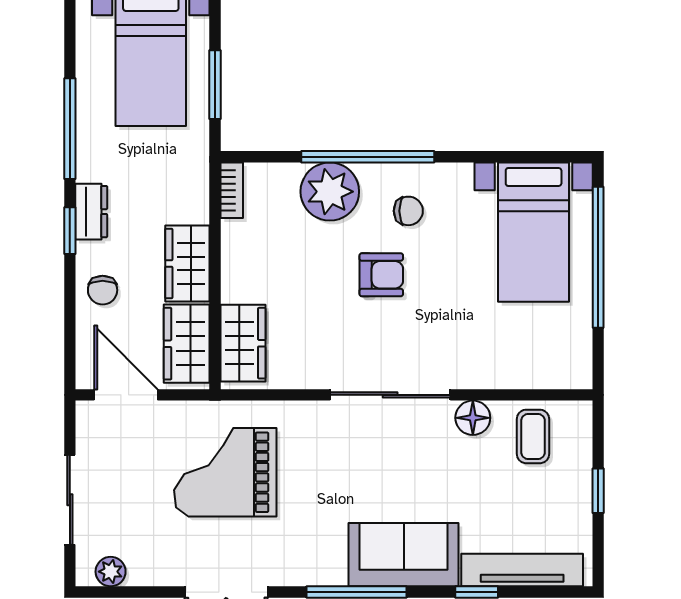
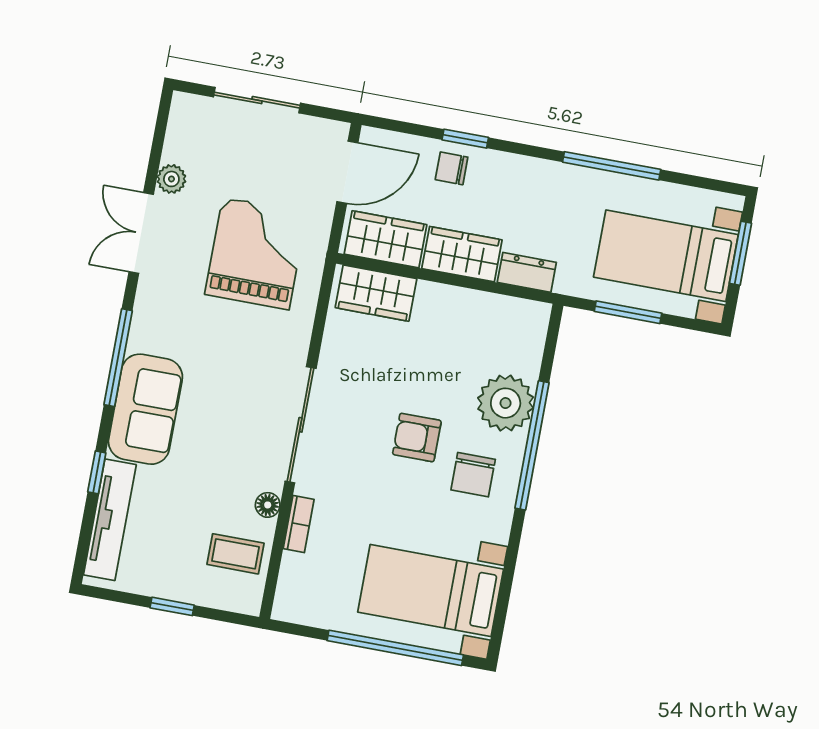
bookcase: (232, 190) -> (299, 524), moved, turned -90
chair: (408, 211) -> (473, 475), width x1.37, depth x1.37
dresser: (91, 212) -> (527, 272), moved, turned 180
window: (70, 231) -> (465, 139), moved
armchair: (381, 275) -> (417, 437), turned 90
floor lamp: (473, 418) -> (268, 505), width x0.73, depth x0.73
plant: (111, 572) -> (171, 179), moved

